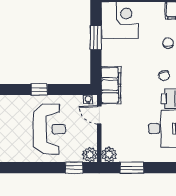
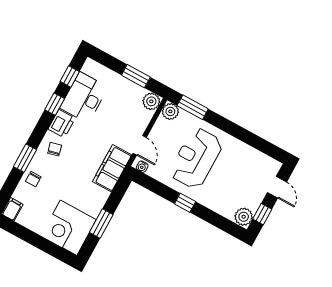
window: (74, 168) -> (193, 107), width x1.50

